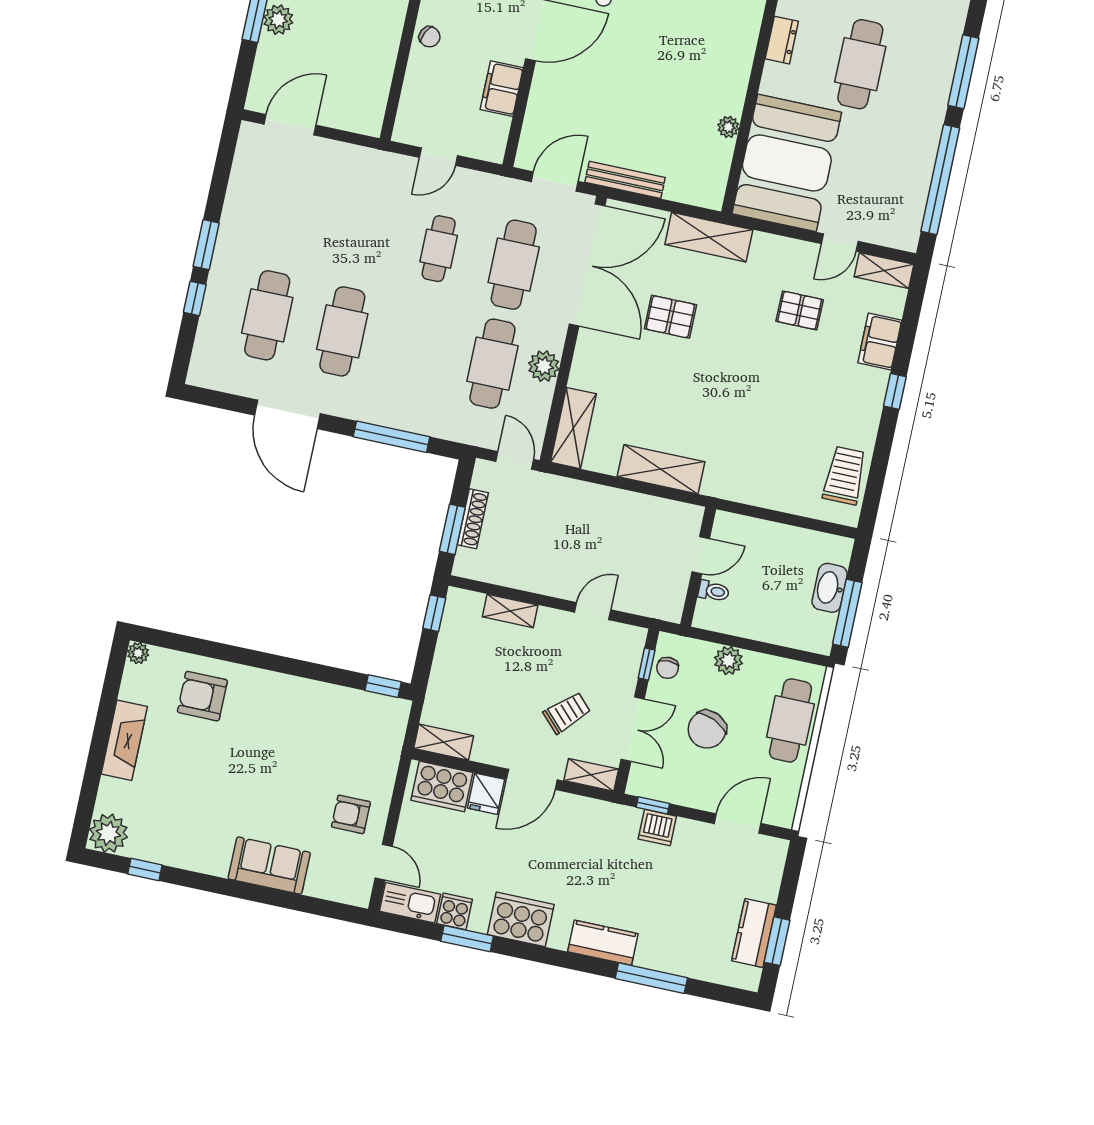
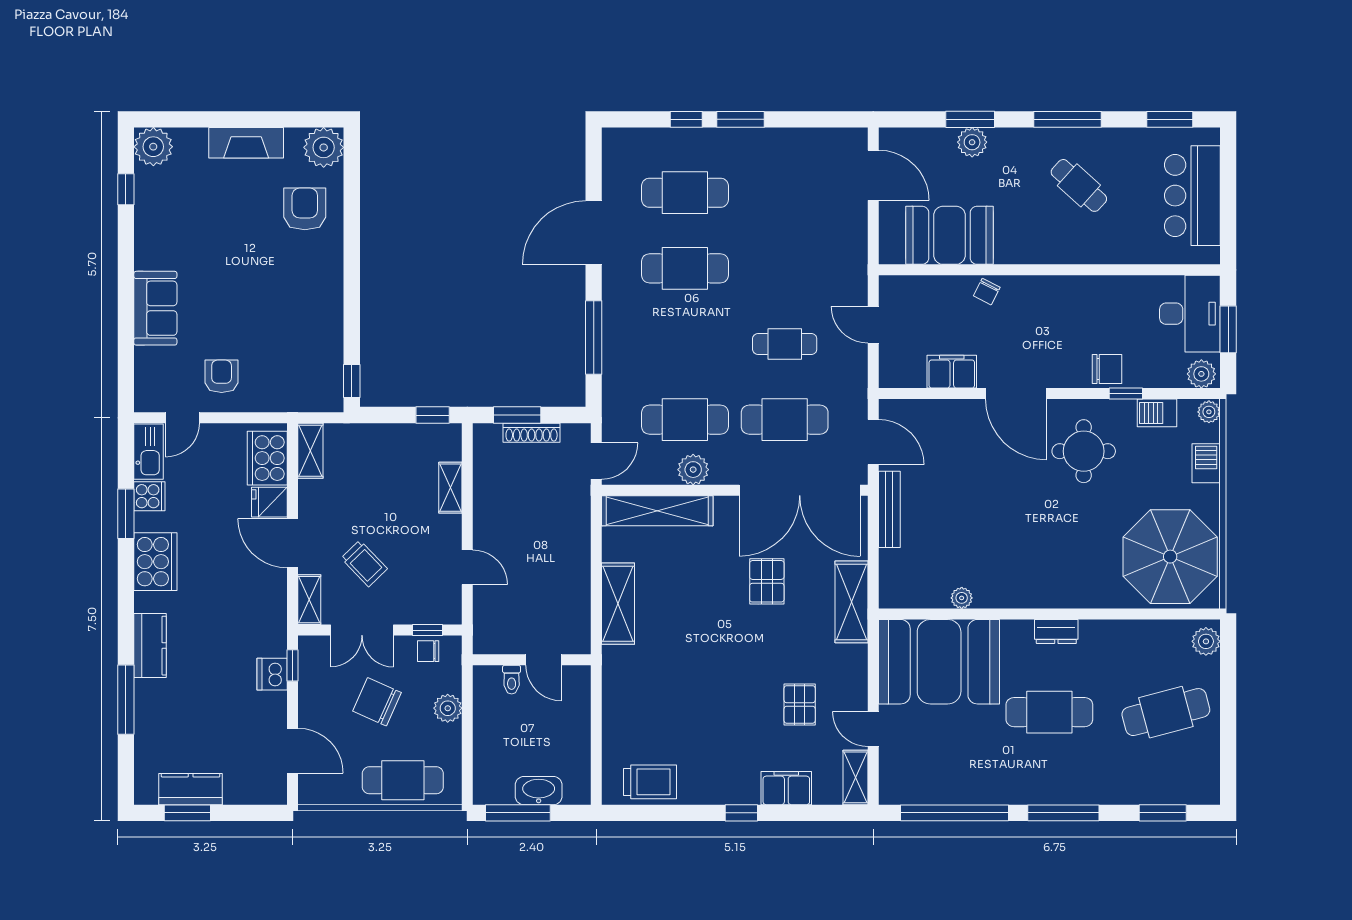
booth: (366, 62) -> (949, 235), added
shelving: (573, 428) -> (657, 511), width x1.47
plant: (138, 653) -> (324, 147), width x1.88, depth x1.88

